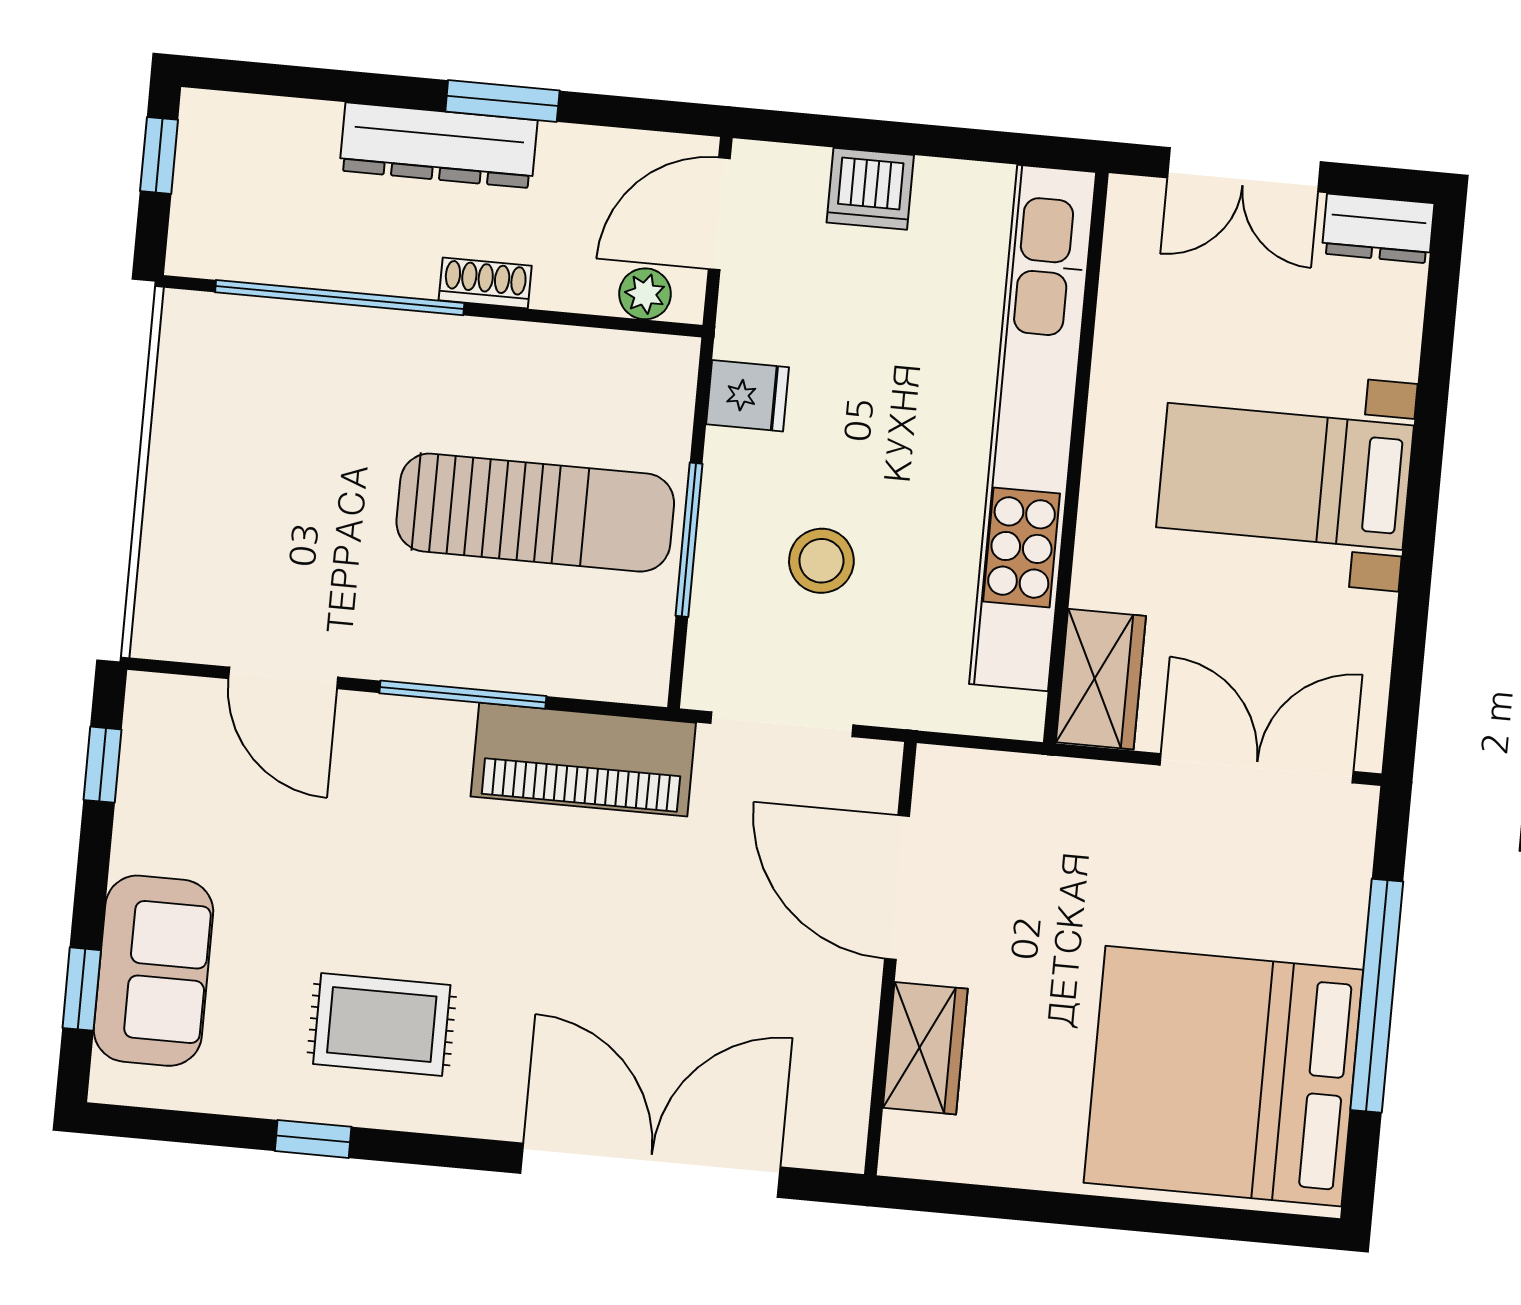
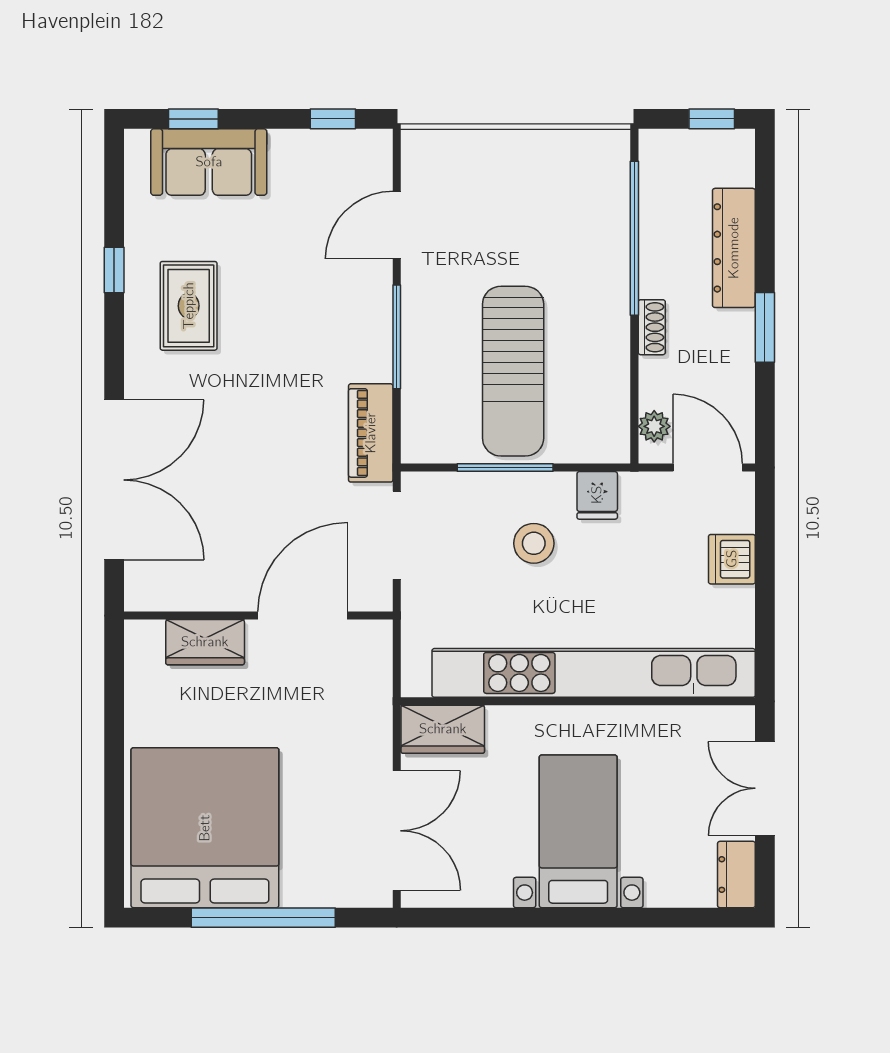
dresser: (438, 145) -> (734, 248), moved
stool: (821, 561) -> (534, 543), moved
piano: (583, 760) -> (371, 433), width x0.73, depth x0.75

